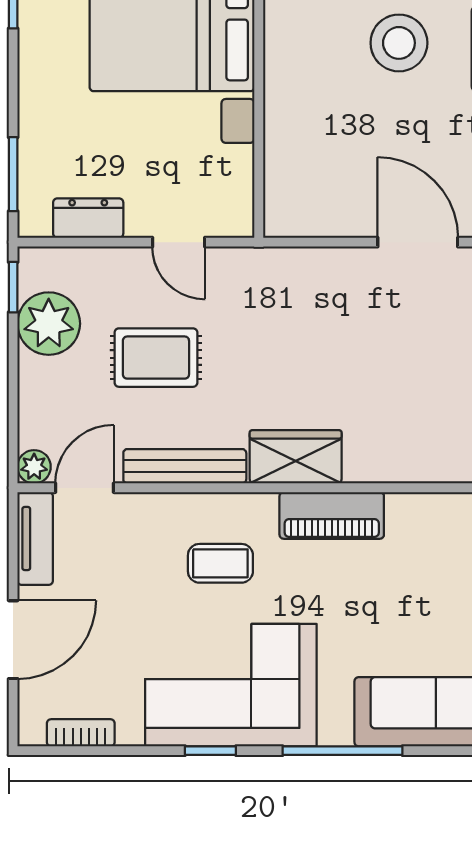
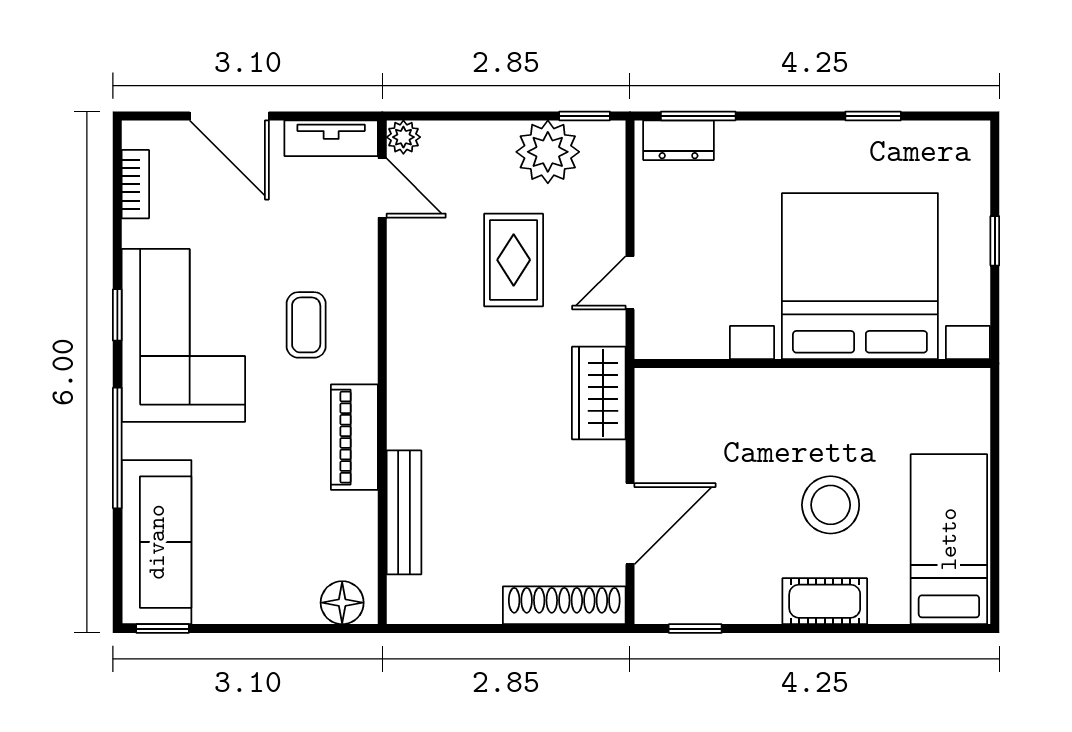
dresser: (88, 218) -> (678, 140), moved, turned 90
wardrobe: (296, 457) -> (599, 393), moved, turned 180
bench: (185, 466) -> (404, 512), moved

